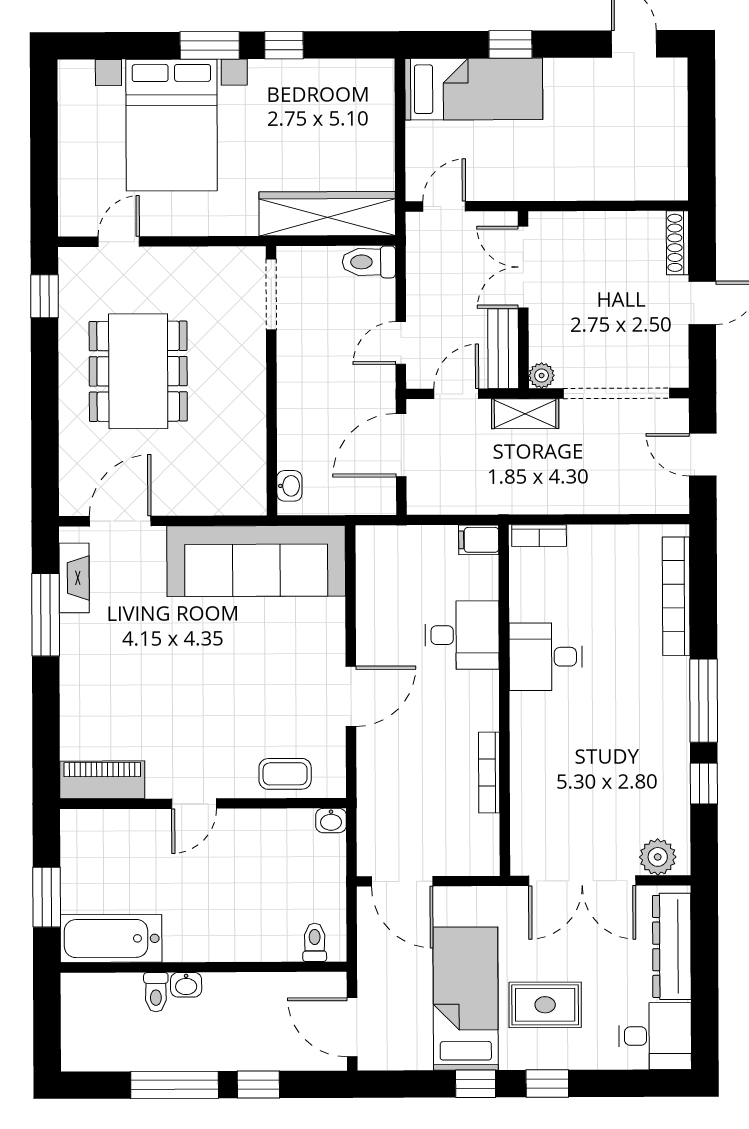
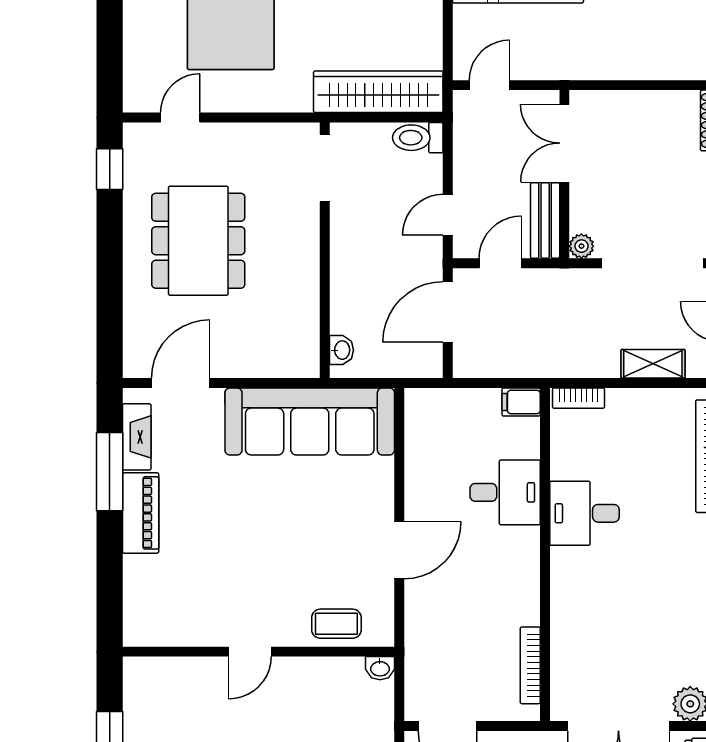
shelving: (525, 414) -> (653, 364), moved
bookcase: (489, 773) -> (530, 665), moved
piano: (102, 780) -> (141, 513), moved, turned 90

